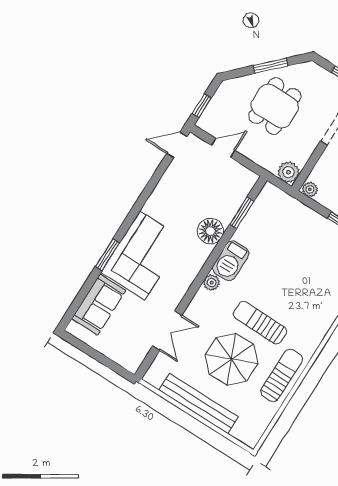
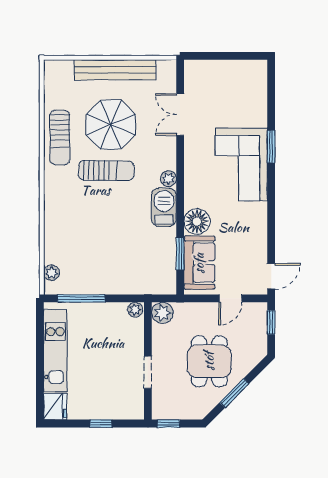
sofa: (99, 305) -> (199, 263), moved, turned 180

